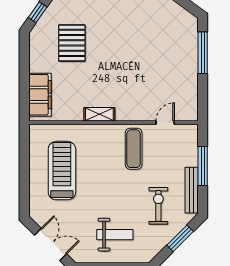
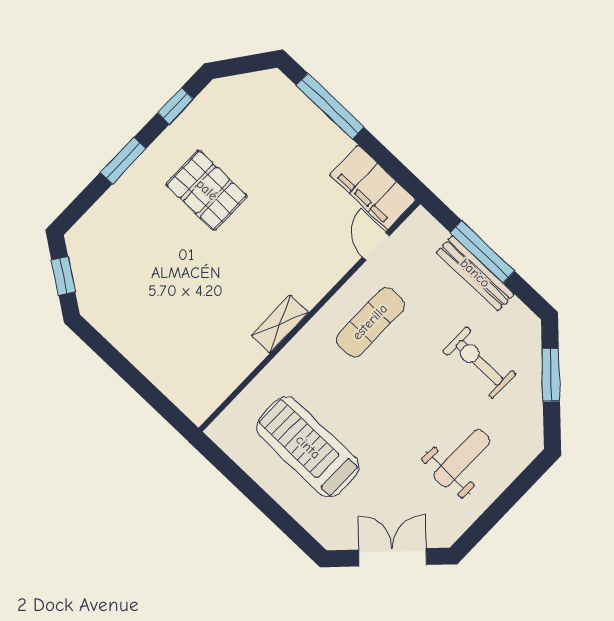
pallet: (72, 43) -> (207, 190), moved
filing cabinet: (40, 95) -> (373, 187), moved, turned 180
exercise mat: (134, 149) -> (370, 322), turned 90
bench: (192, 190) -> (475, 273), moved

